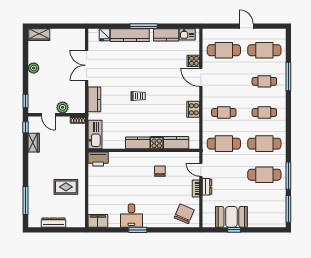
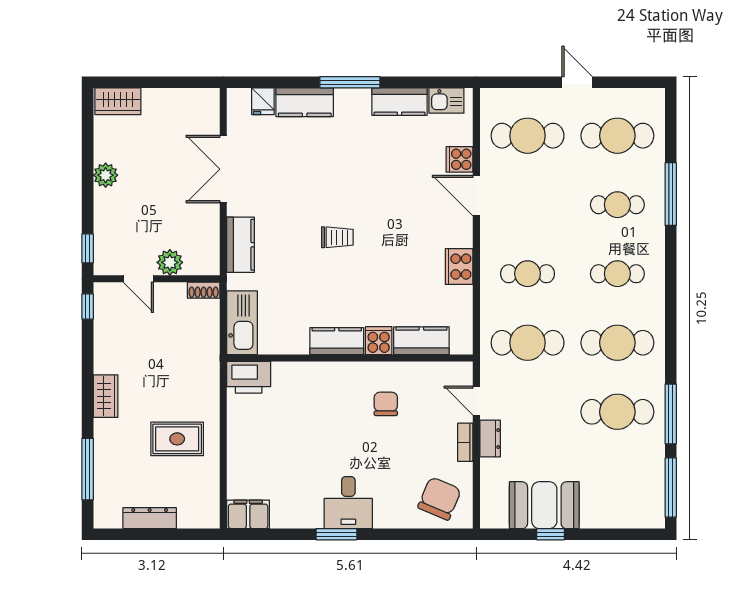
kitchen counter: (130, 35) -> (305, 102), width x0.67
wardrobe: (34, 143) -> (106, 396), moved
desk: (131, 216) -> (348, 503), moved

